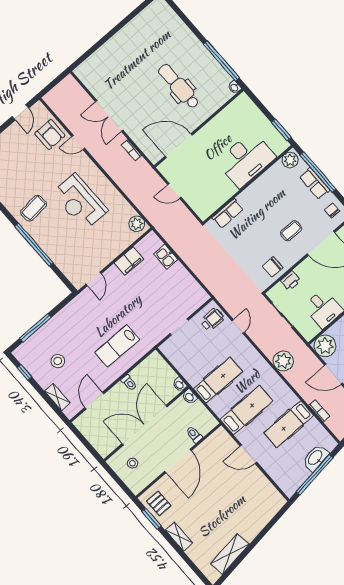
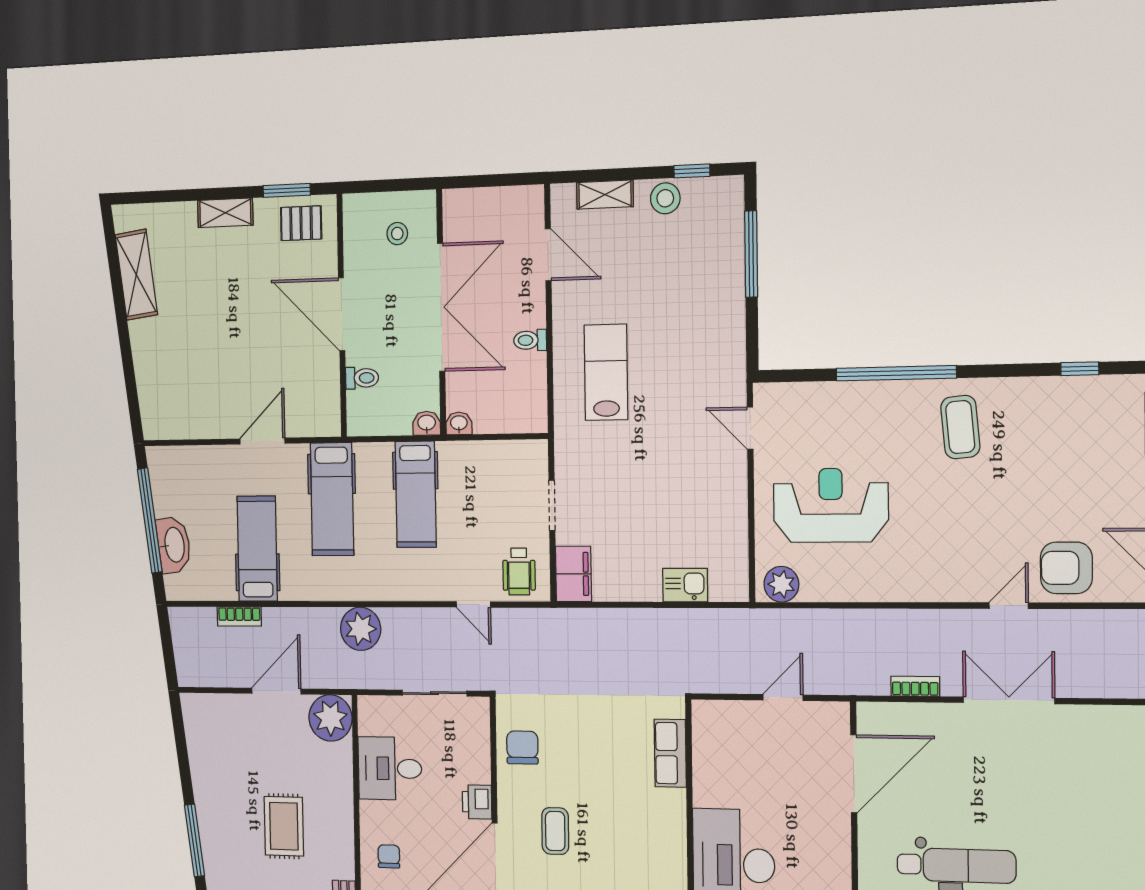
reception desk: (80, 202) -> (831, 505), moved
filing cabinet: (129, 261) -> (573, 574), moved, turned 180
printer: (291, 281) -> (477, 802), moved
stool: (58, 361) -> (665, 198), moved

